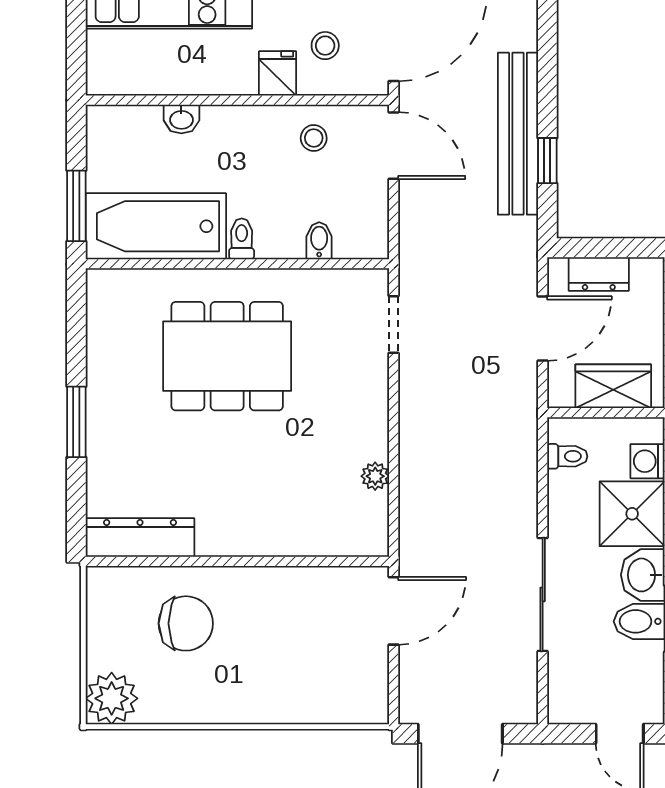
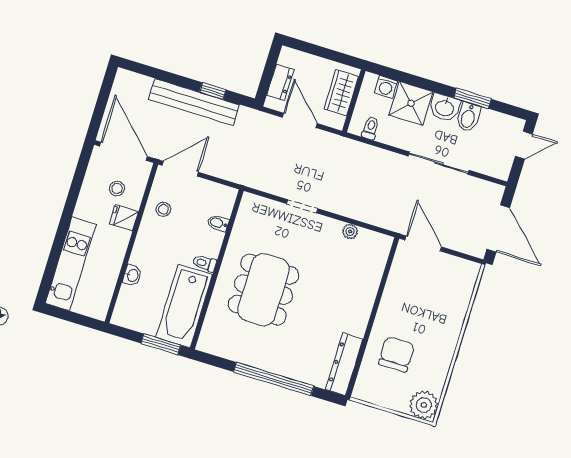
doorway: (394, 325) -> (302, 206), moved
window: (76, 422) -> (274, 379), width x2.11

